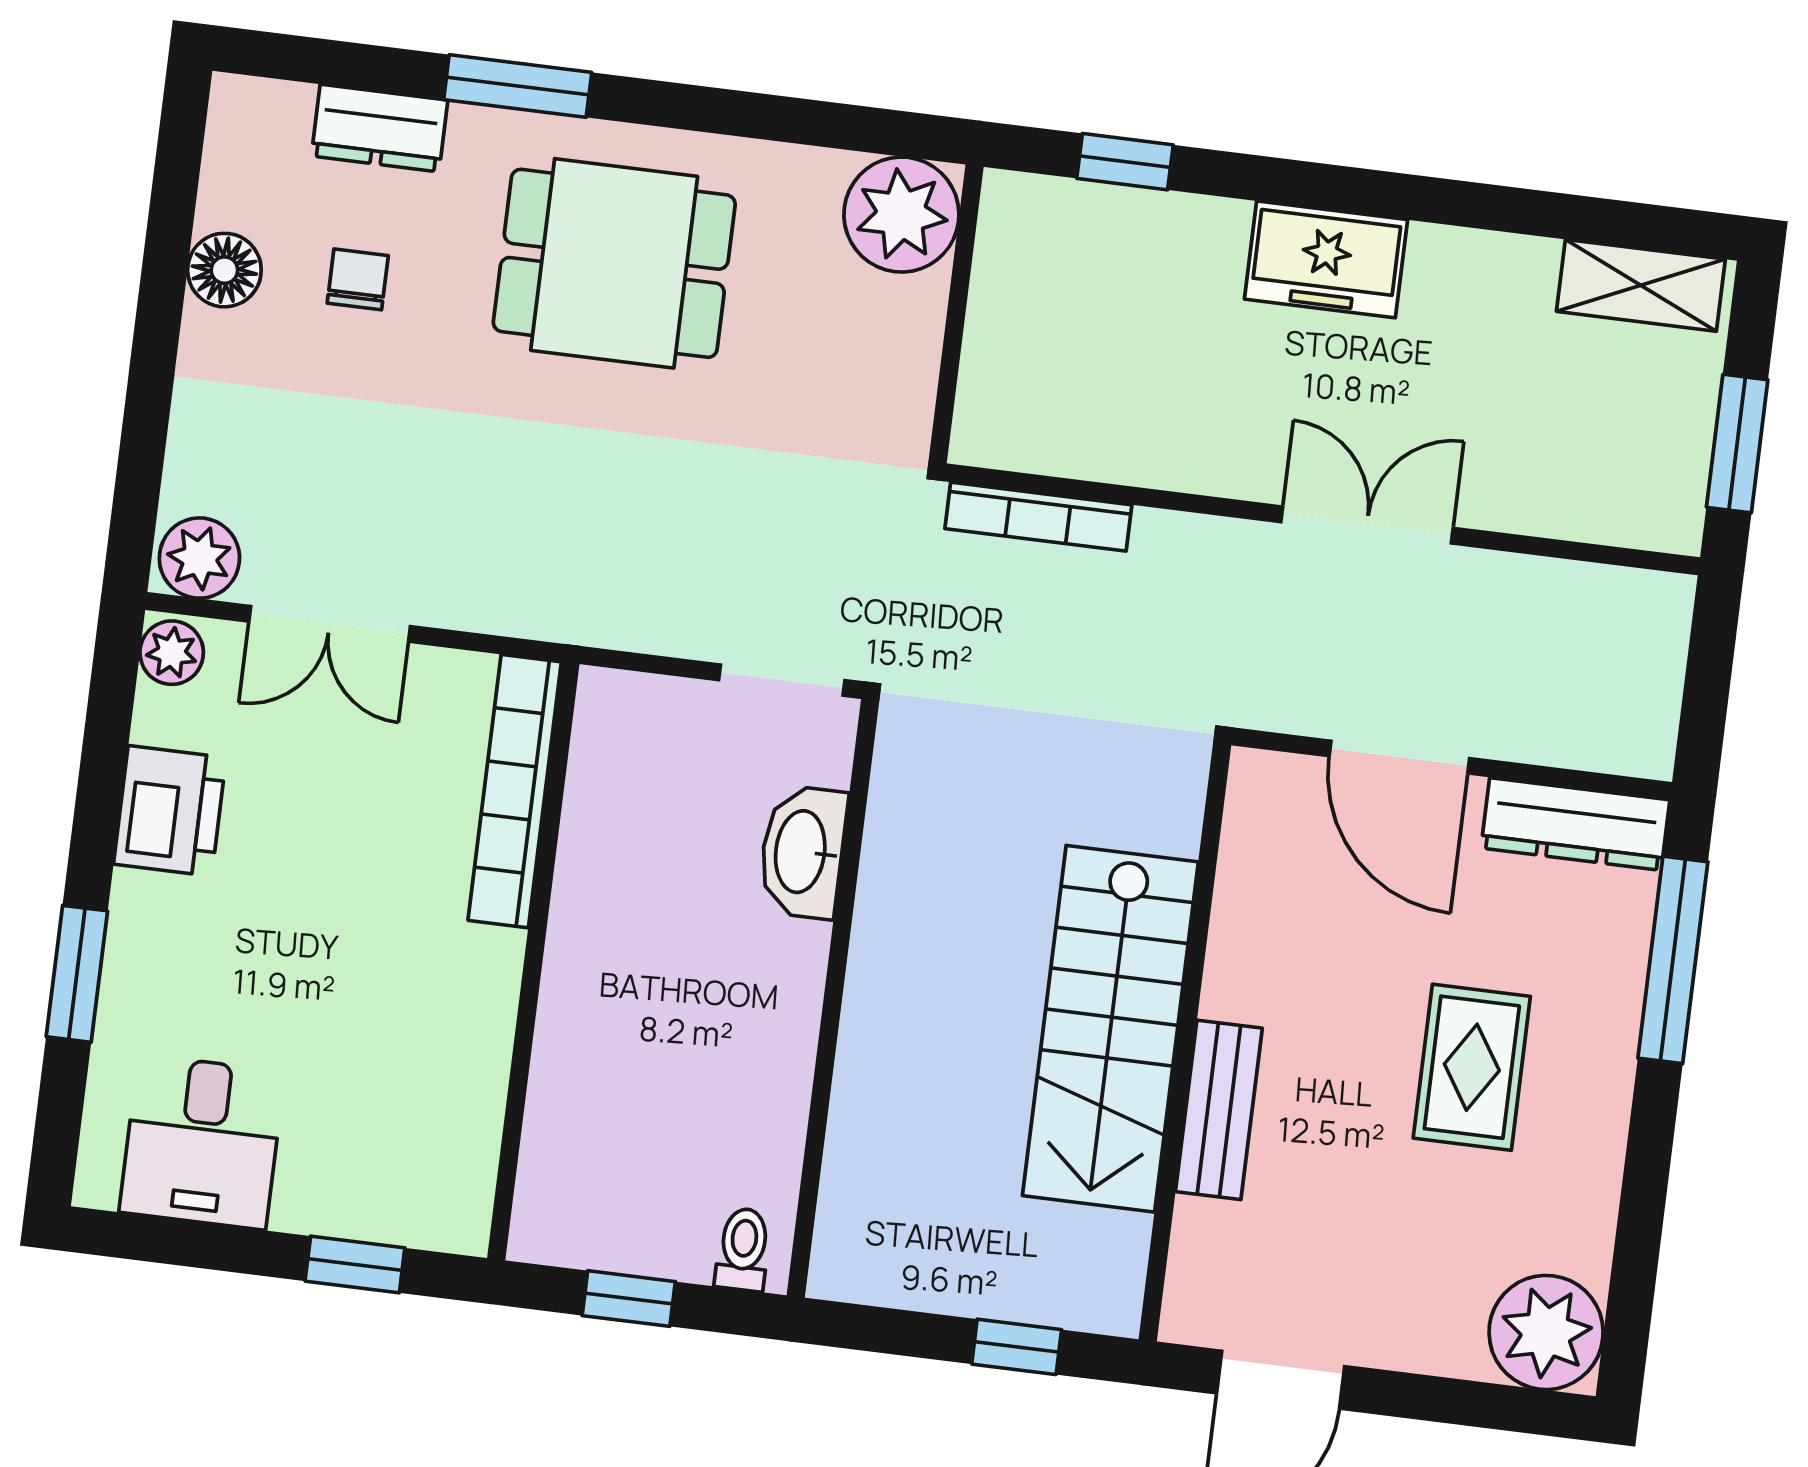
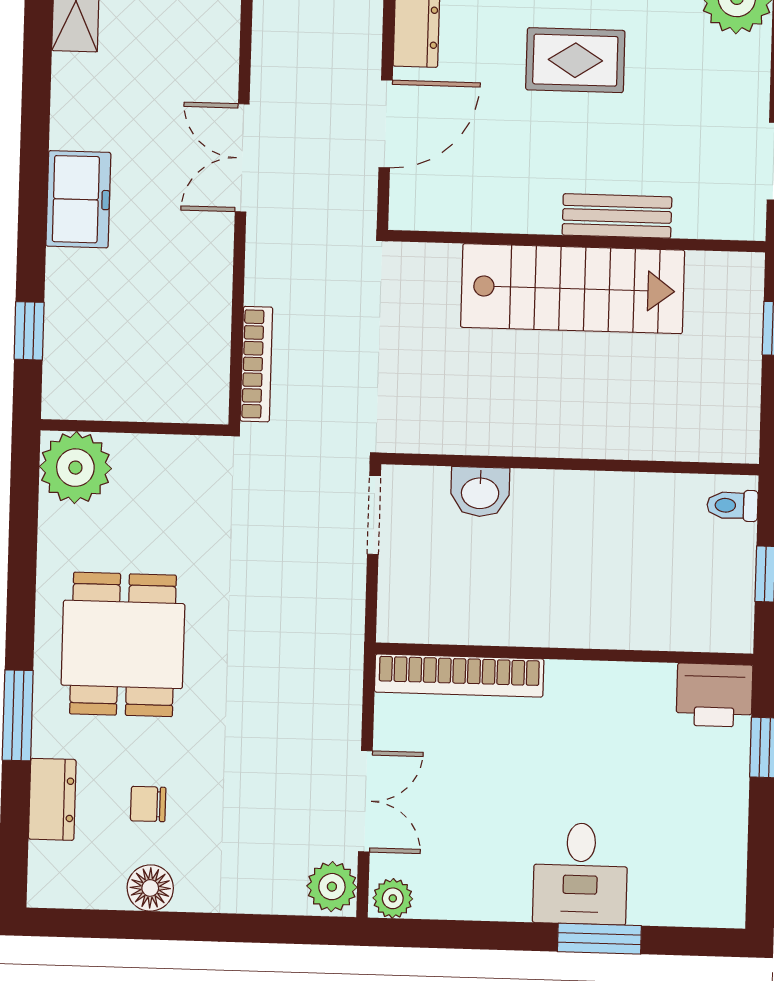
printer: (170, 811) -> (714, 695), moved, turned 180
washbasin: (803, 852) -> (480, 492), width x0.72
desk: (202, 1142) -> (580, 874), moved, turned 90

